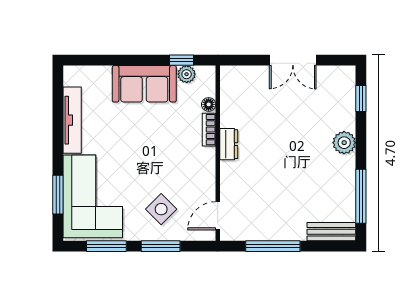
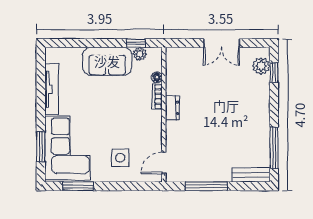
plant: (344, 143) -> (261, 66), moved
side table: (161, 209) -> (120, 158), turned 45
window: (161, 246) -> (120, 186), removed

